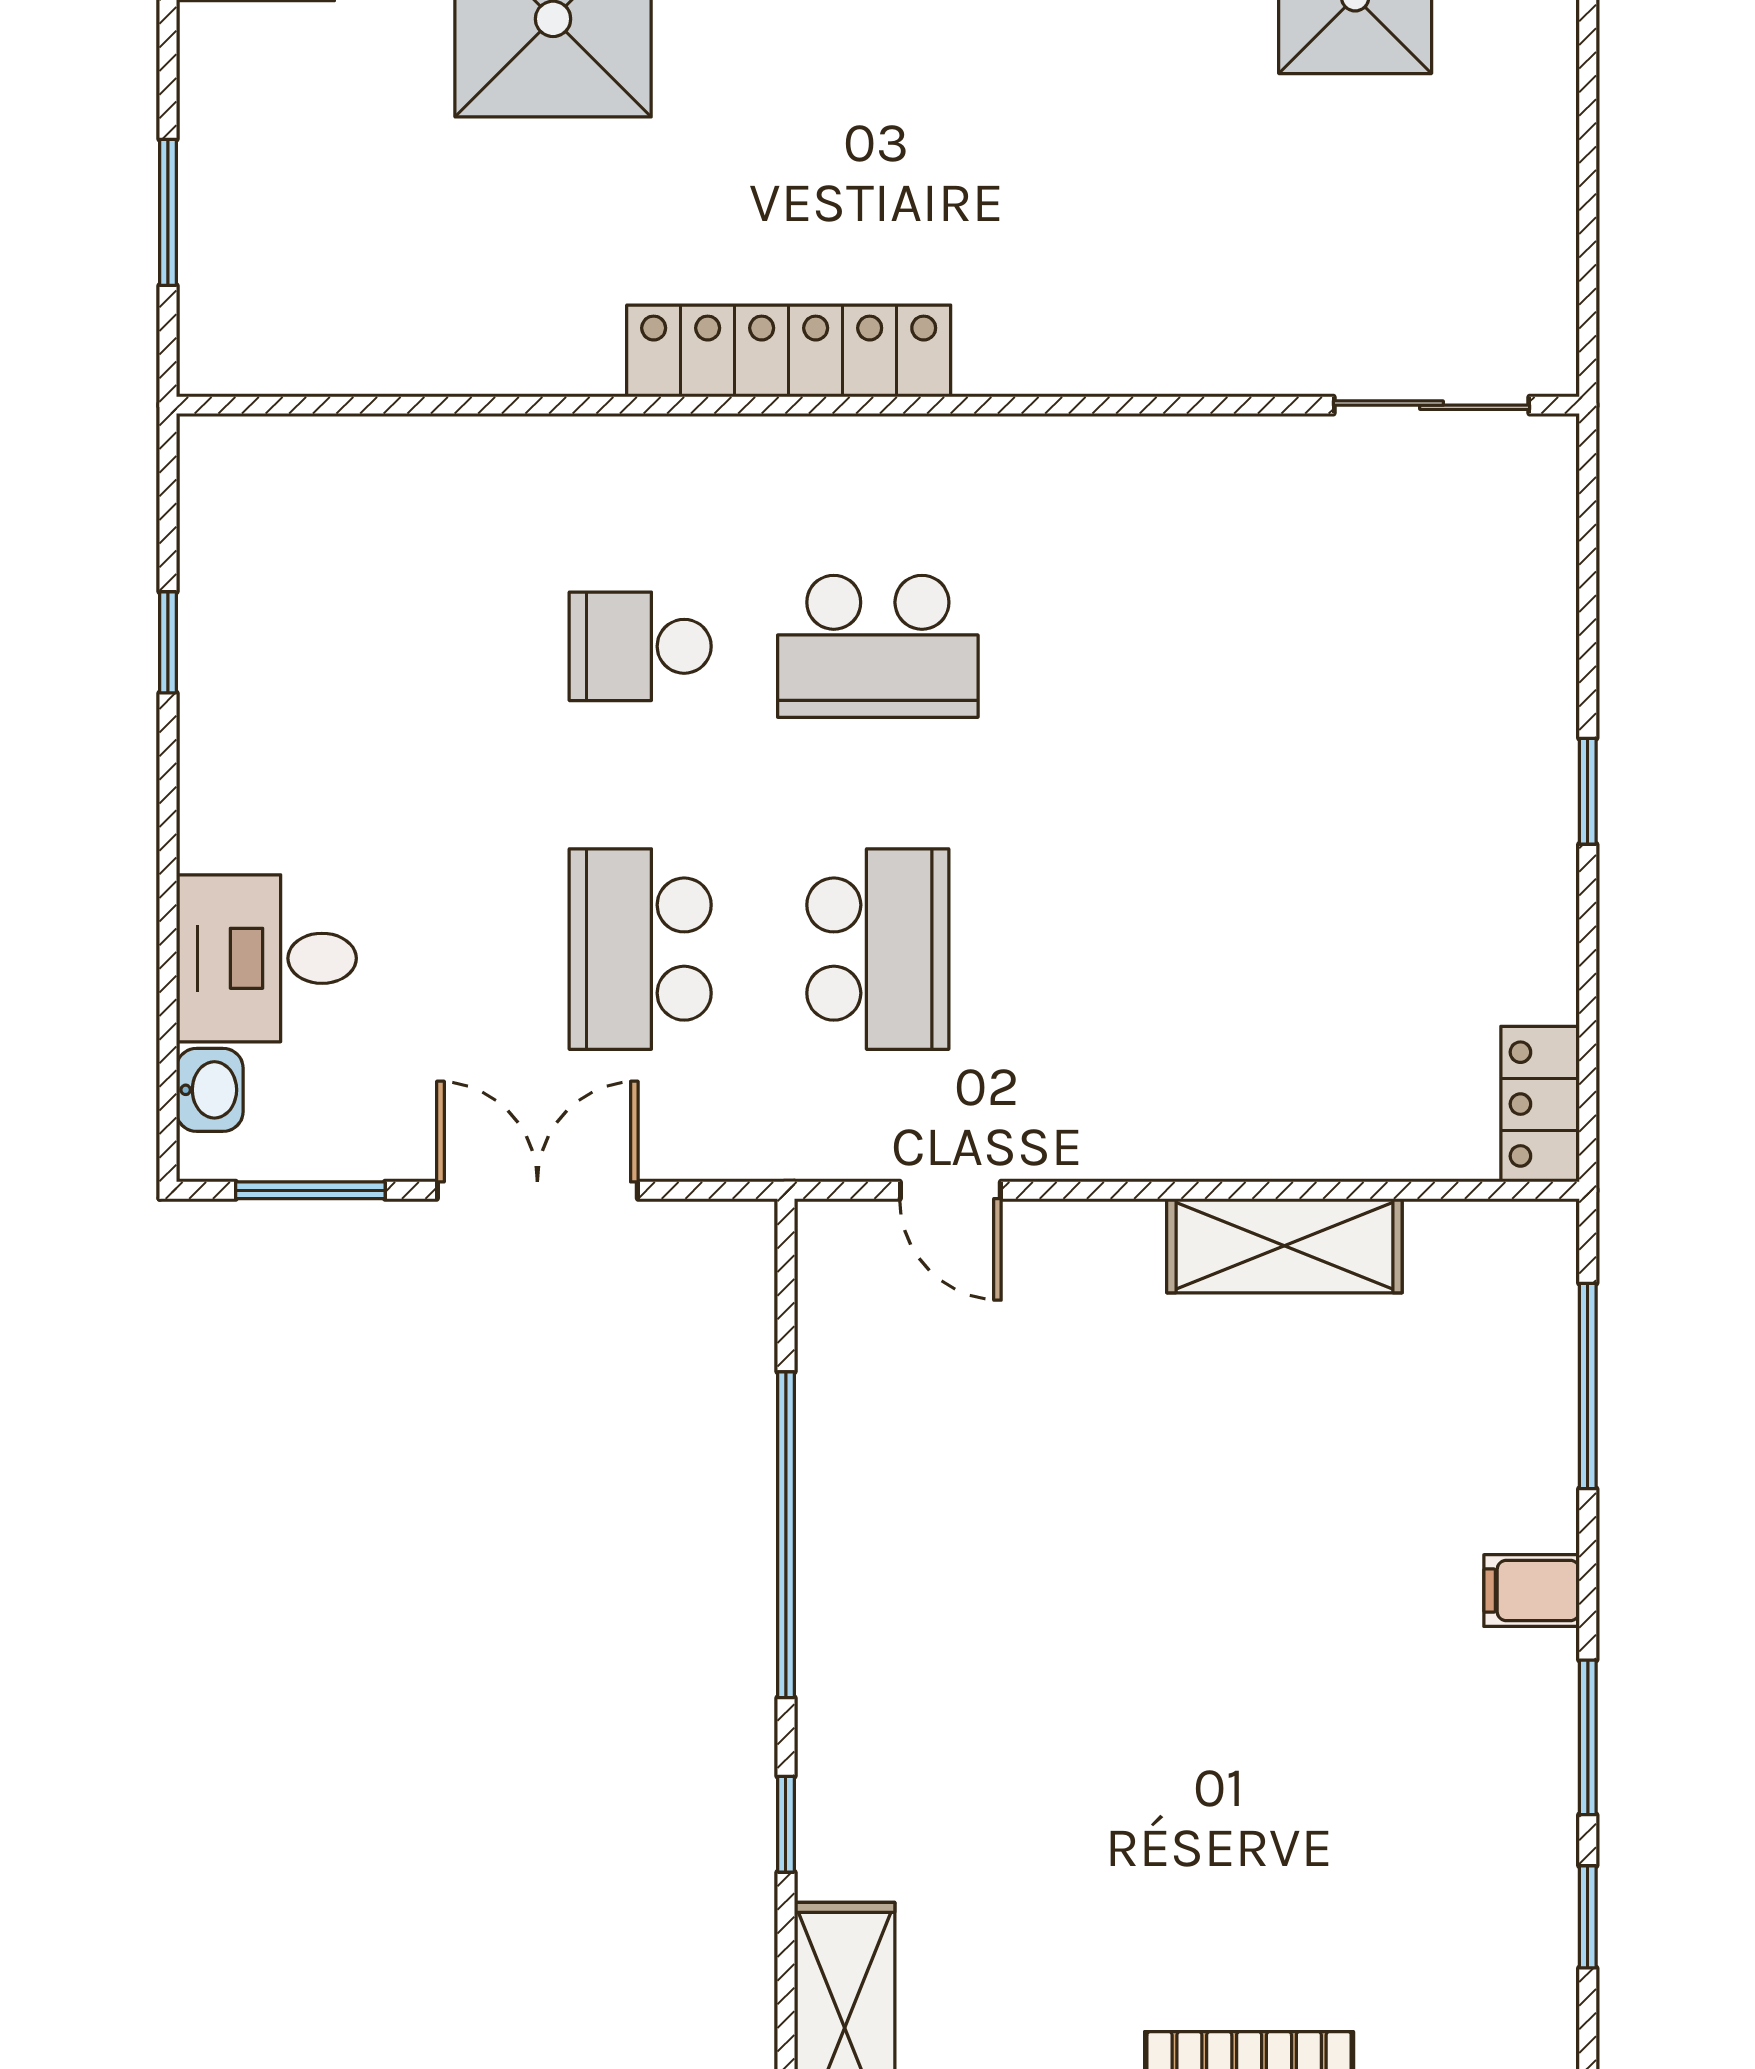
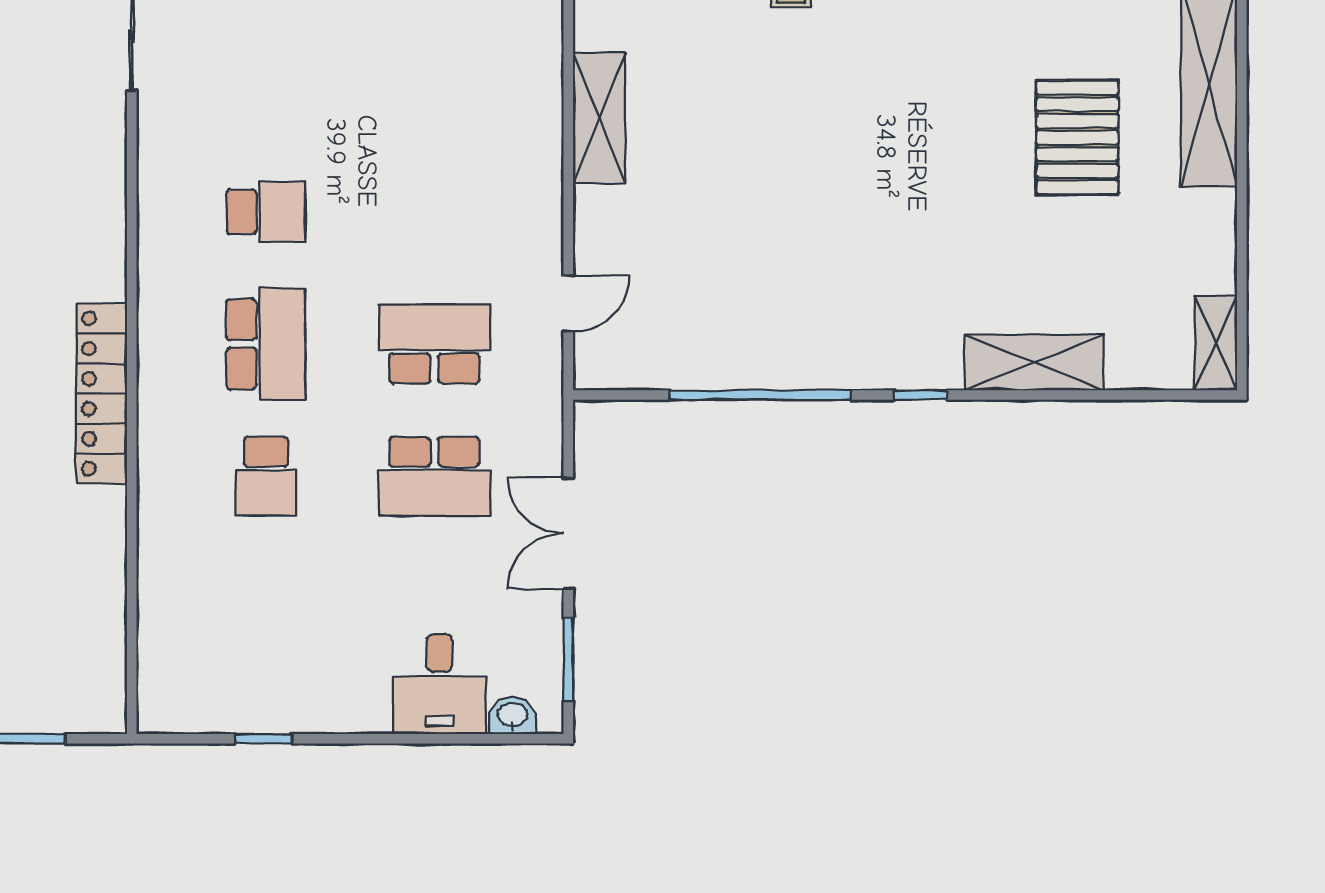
school desk: (1116, 646) -> (266, 212), added

